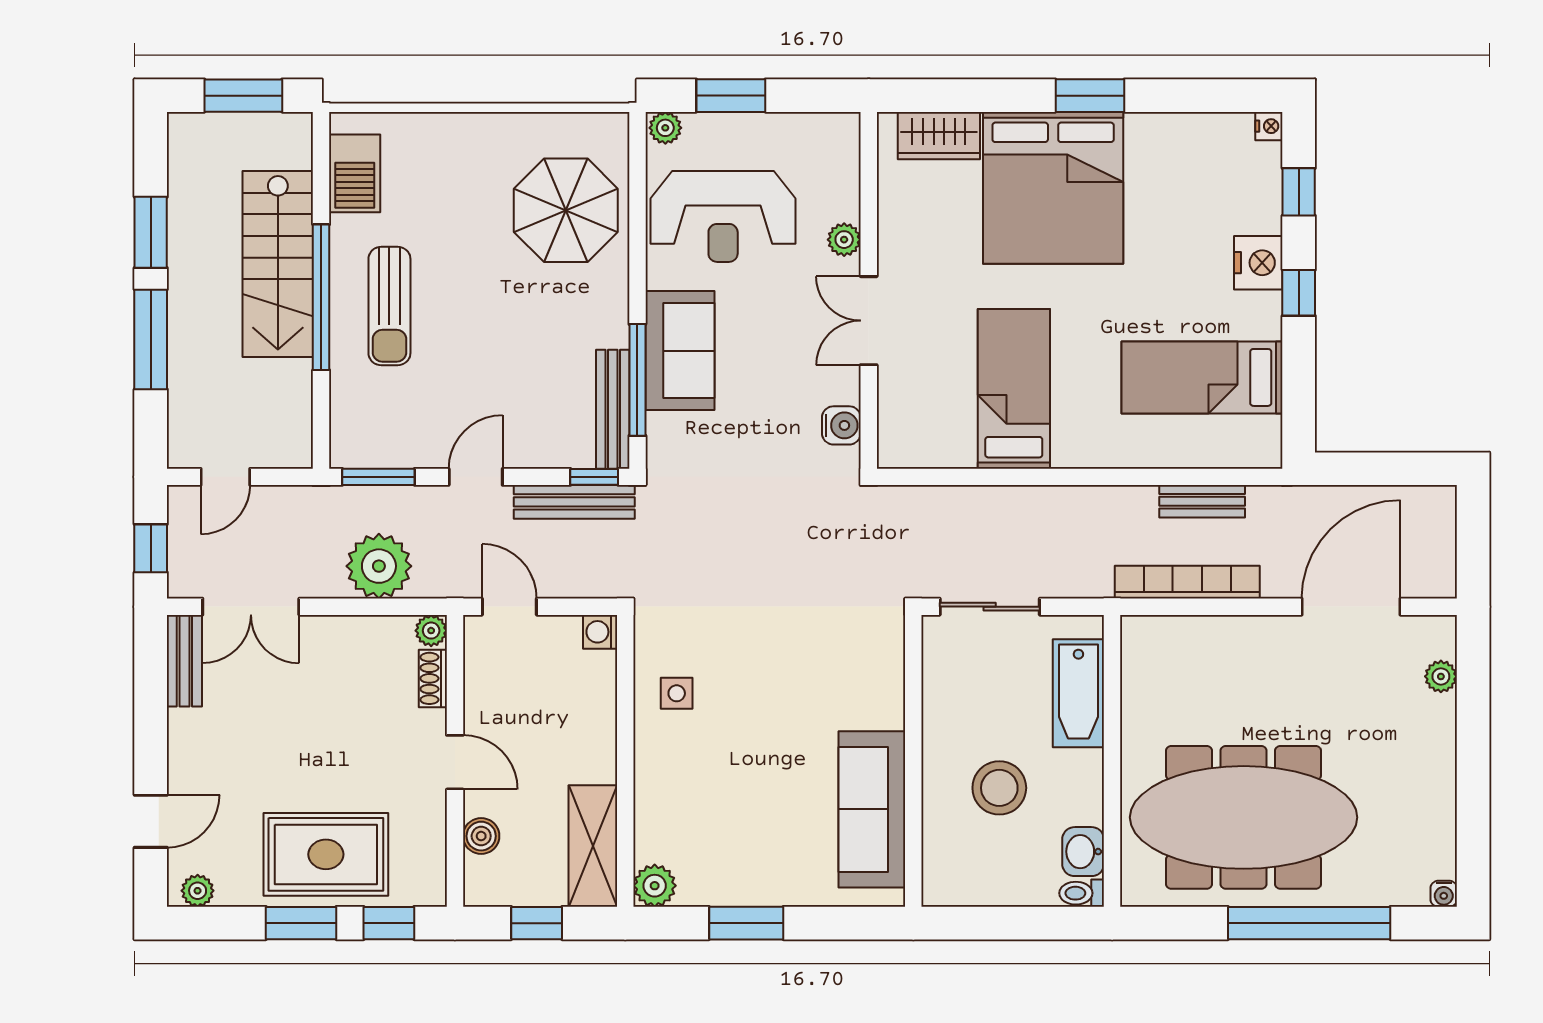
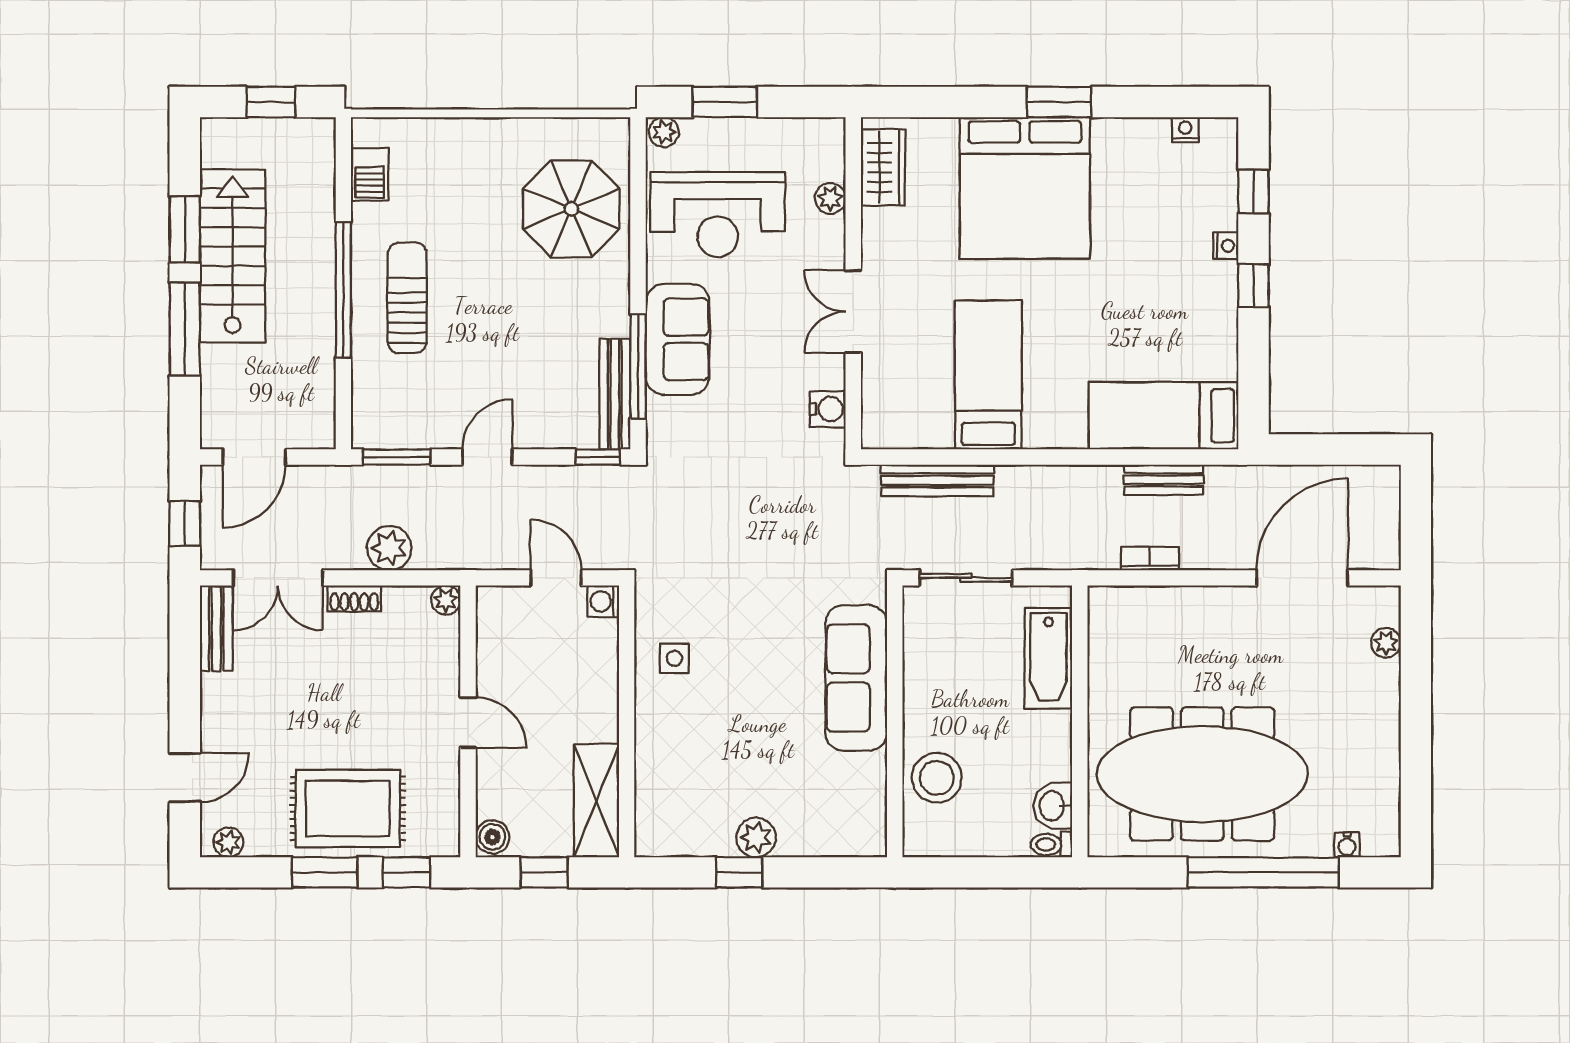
window: (243, 96) -> (271, 102), width x0.67
nightstand: (1269, 126) -> (1185, 130), moved, turned -90
wardrobe: (939, 136) -> (883, 167), moved, turned -90
barbecue: (355, 173) -> (370, 174), width x0.73, depth x0.79
plant: (844, 240) -> (830, 199), moved
nightstand: (1258, 263) -> (1226, 246), width x0.53, depth x0.56
stairs: (278, 264) -> (233, 256), moved, turned 180
sun lounger: (389, 306) -> (407, 298), turned 180
bed: (1202, 377) -> (1164, 416), moved
door: (225, 477) -> (254, 457), width x1.37
bench: (574, 502) -> (937, 480), moved
plant: (379, 566) -> (389, 548), width x0.73, depth x0.73
bookcase: (1187, 582) -> (1150, 559), width x0.43, depth x0.76
door: (509, 607) -> (556, 578), moved
shoe rack: (433, 678) -> (354, 598), moved, turned -90
stool: (999, 788) -> (937, 778), moved
sofa: (872, 809) -> (856, 678), moved
boiler: (481, 836) -> (492, 837), moved
plant: (655, 886) -> (756, 838), moved
water cooler: (1444, 894) -> (1347, 845), moved
window: (746, 923) -> (739, 872), width x0.67

